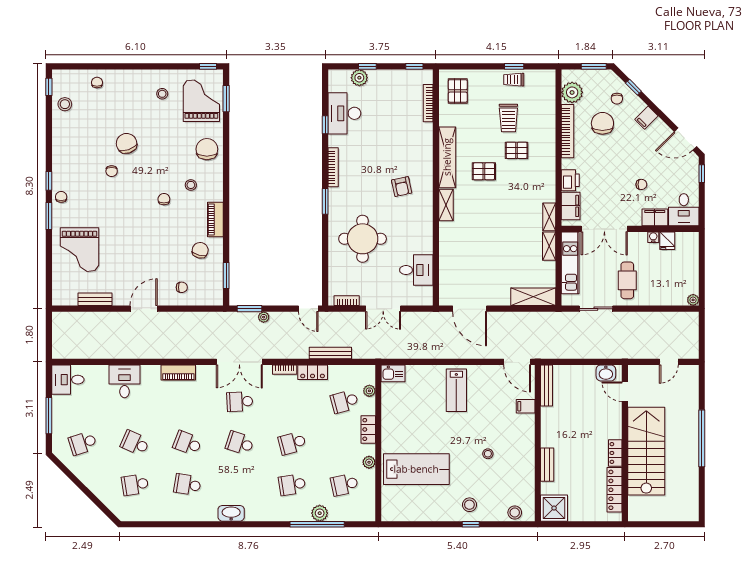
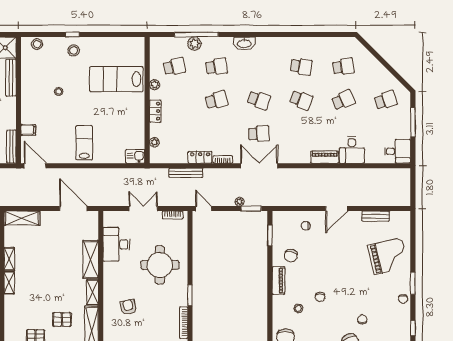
window: (49, 181) -> (413, 328), moved
shelving: (448, 246) -> (91, 259), added
grand piano: (79, 250) -> (388, 256), turned 77
desk: (416, 270) -> (116, 244), width x1.37
piano: (178, 372) -> (325, 157), moved
school desk: (345, 402) -> (174, 134), removed
school desk: (135, 443) -> (343, 100), turned -48
bench: (547, 465) -> (11, 78), width x1.36
washbasin: (231, 513) -> (244, 43), moved

